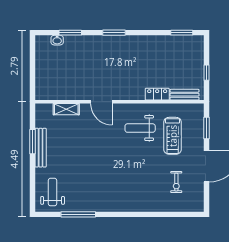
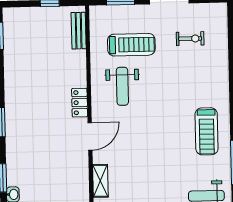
locker: (157, 94) -> (80, 103), moved
treadmill: (103, 193) -> (207, 131), added

